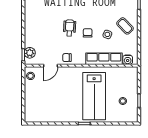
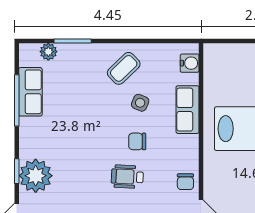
row of seats: (104, 59) -> (188, 110), width x0.68

